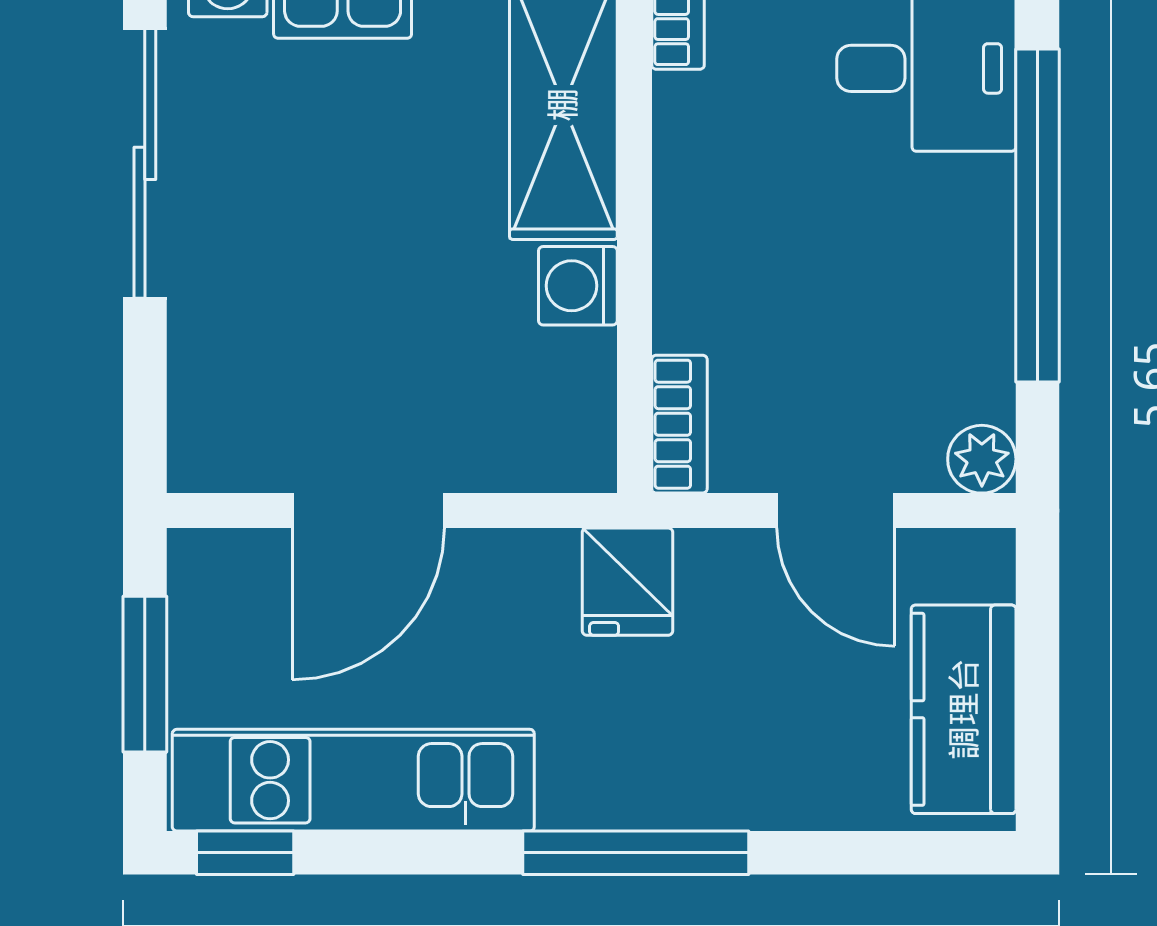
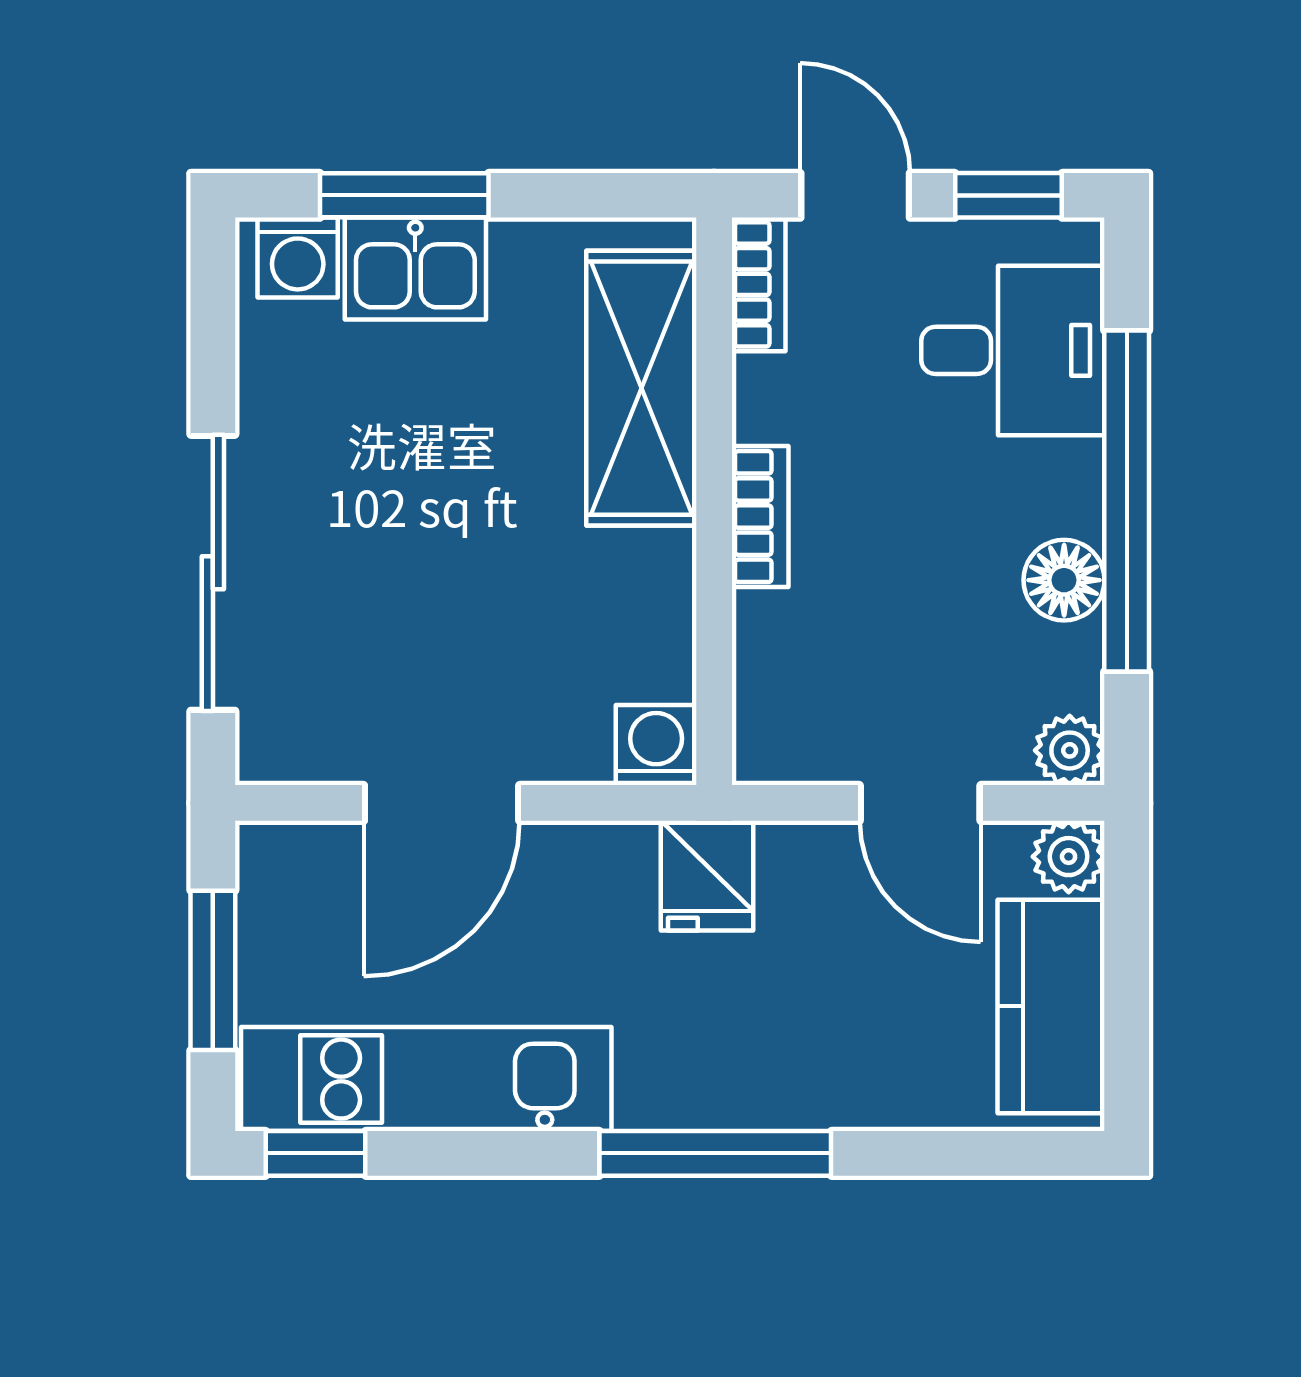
sliding door: (145, 163) -> (213, 573), moved
washing machine: (578, 286) -> (656, 745), moved, turned 90
floor lamp: (976, 293) -> (1064, 580), added
bookcase: (679, 424) -> (760, 517), moved
plant: (981, 563) -> (1069, 857), added

